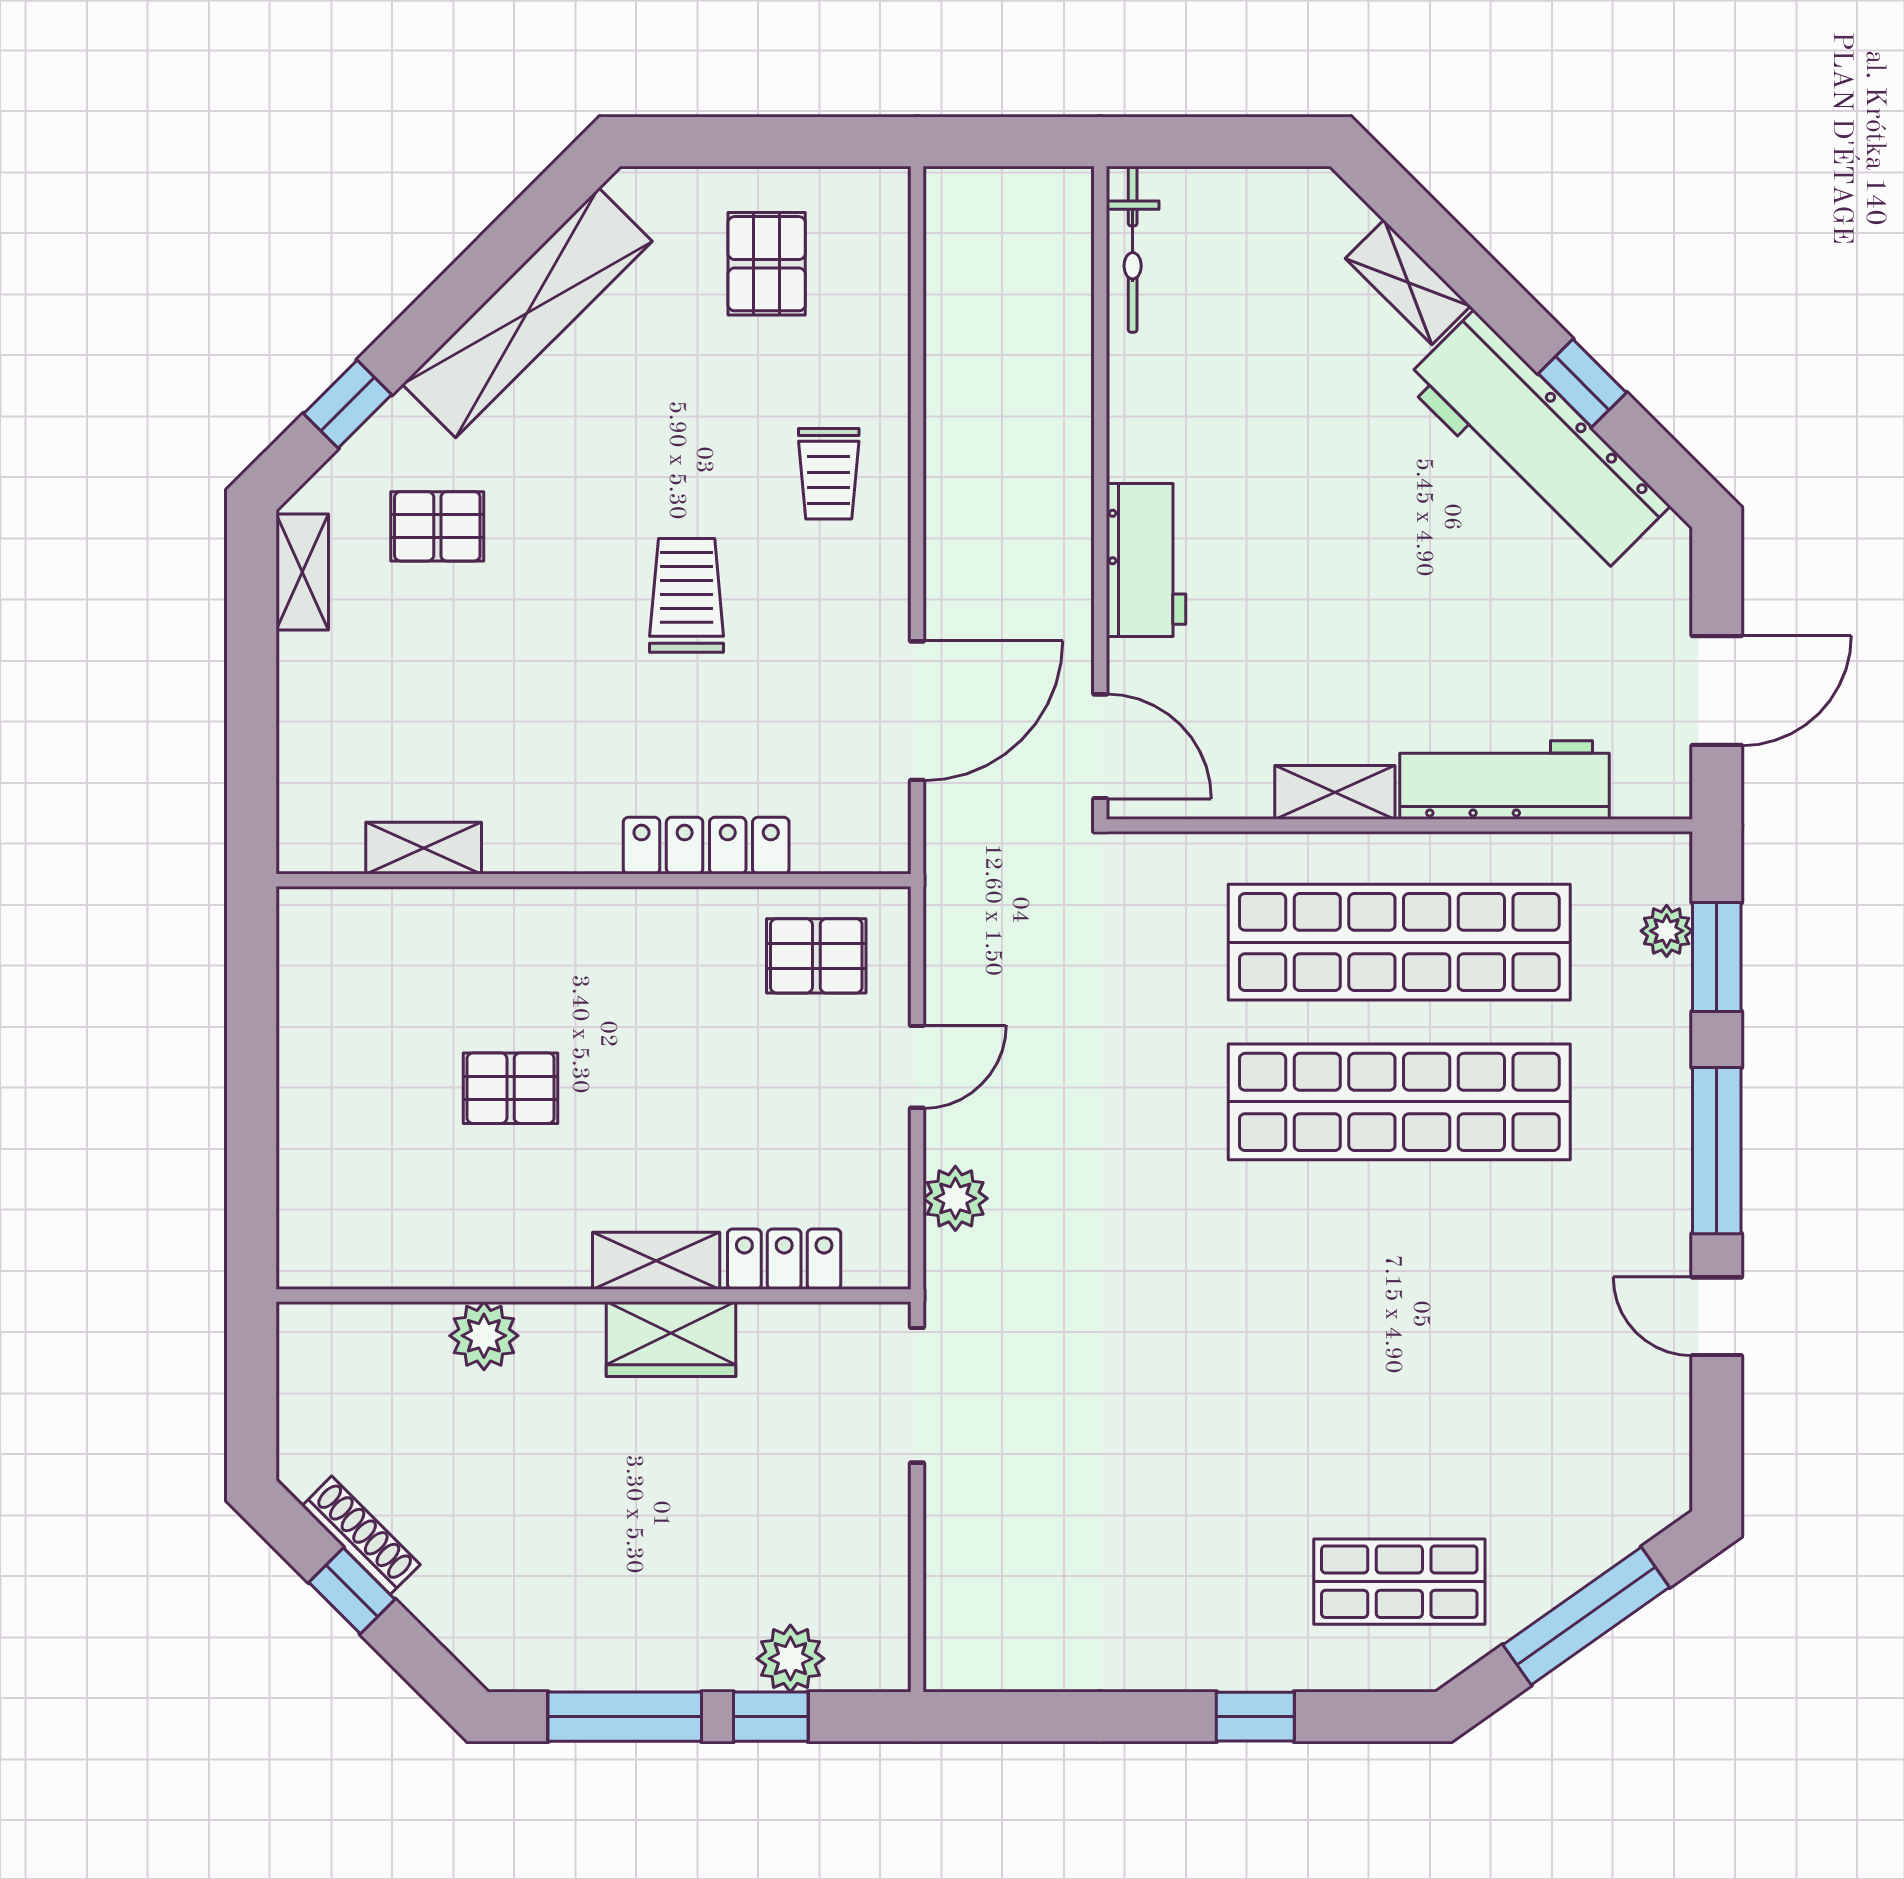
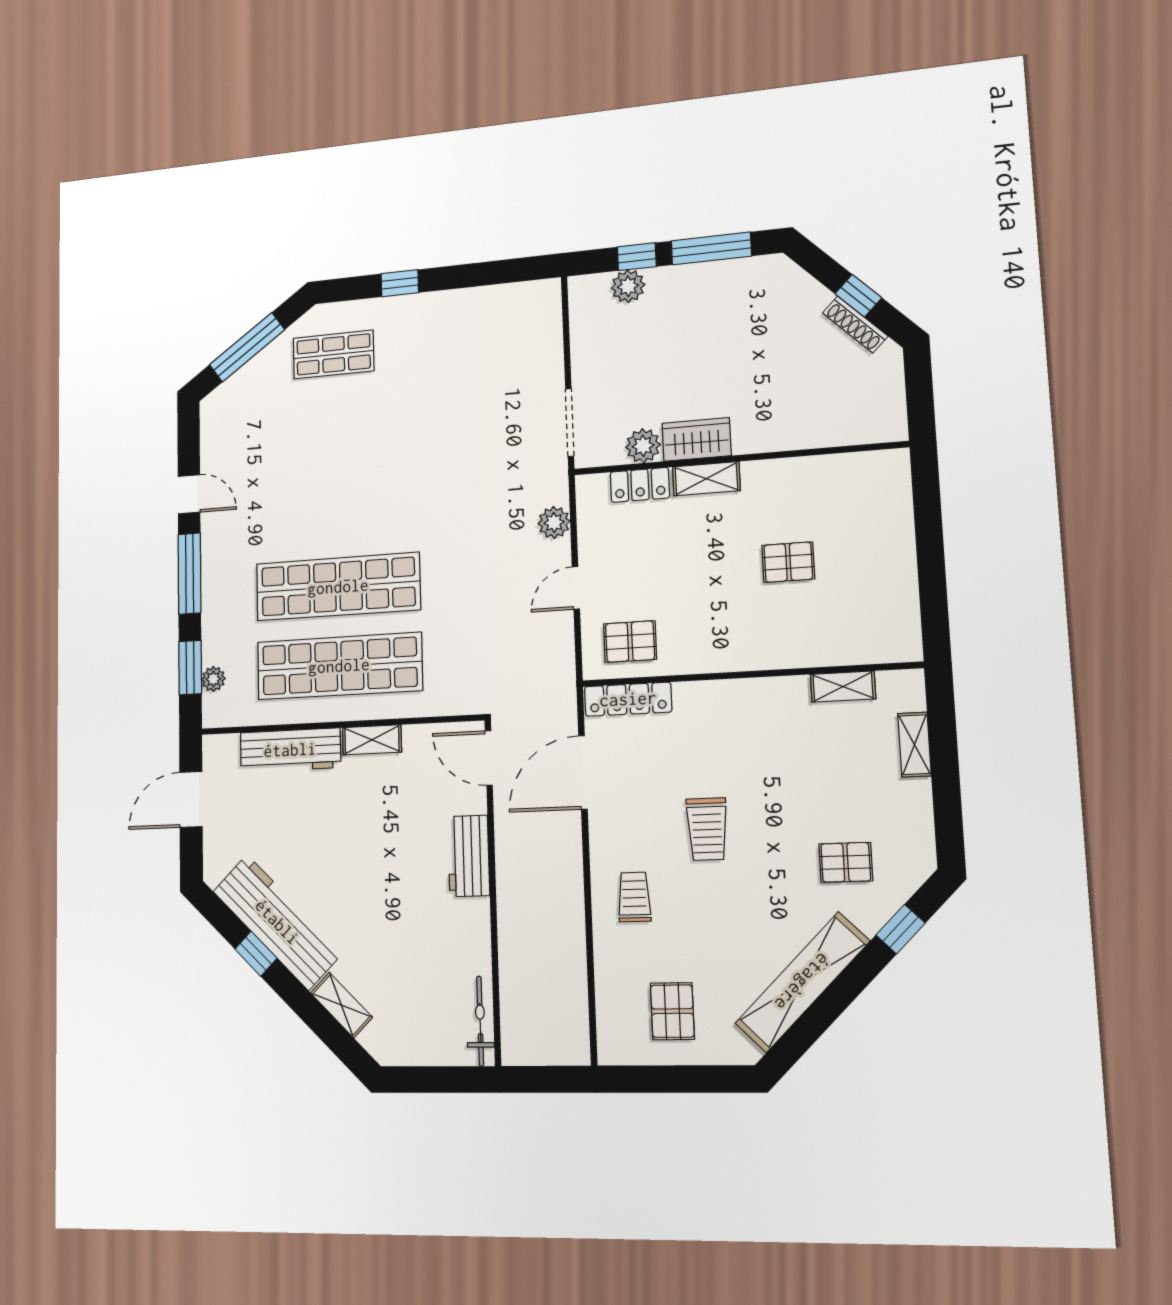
shelving: (302, 572) -> (914, 745), moved
locker: (706, 846) -> (628, 699), moved
plant: (484, 1336) -> (643, 446), moved

